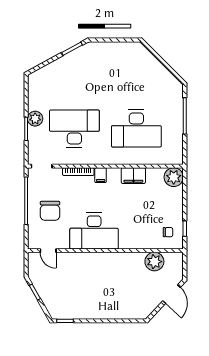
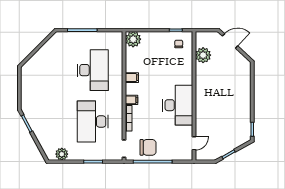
plant: (35, 119) -> (62, 154), moved
filing cabinet: (133, 176) -> (132, 78), width x0.50
chair: (50, 211) -> (148, 147), moved

